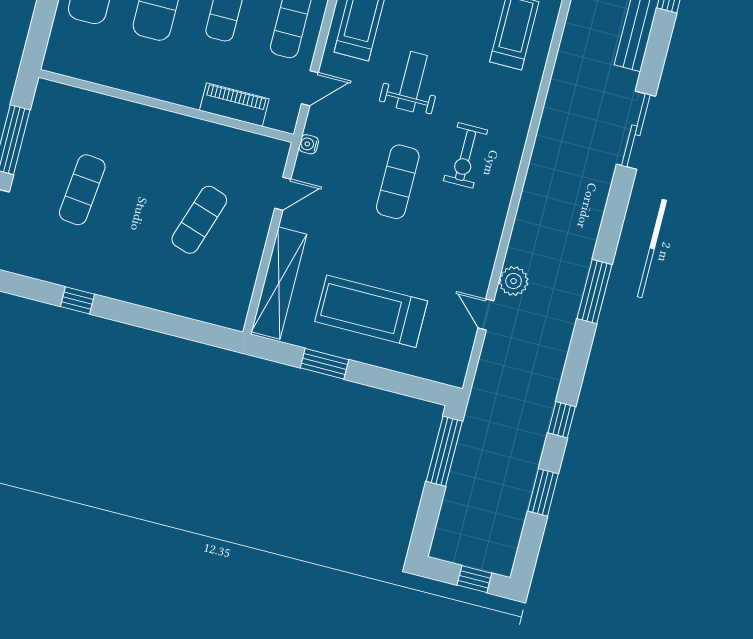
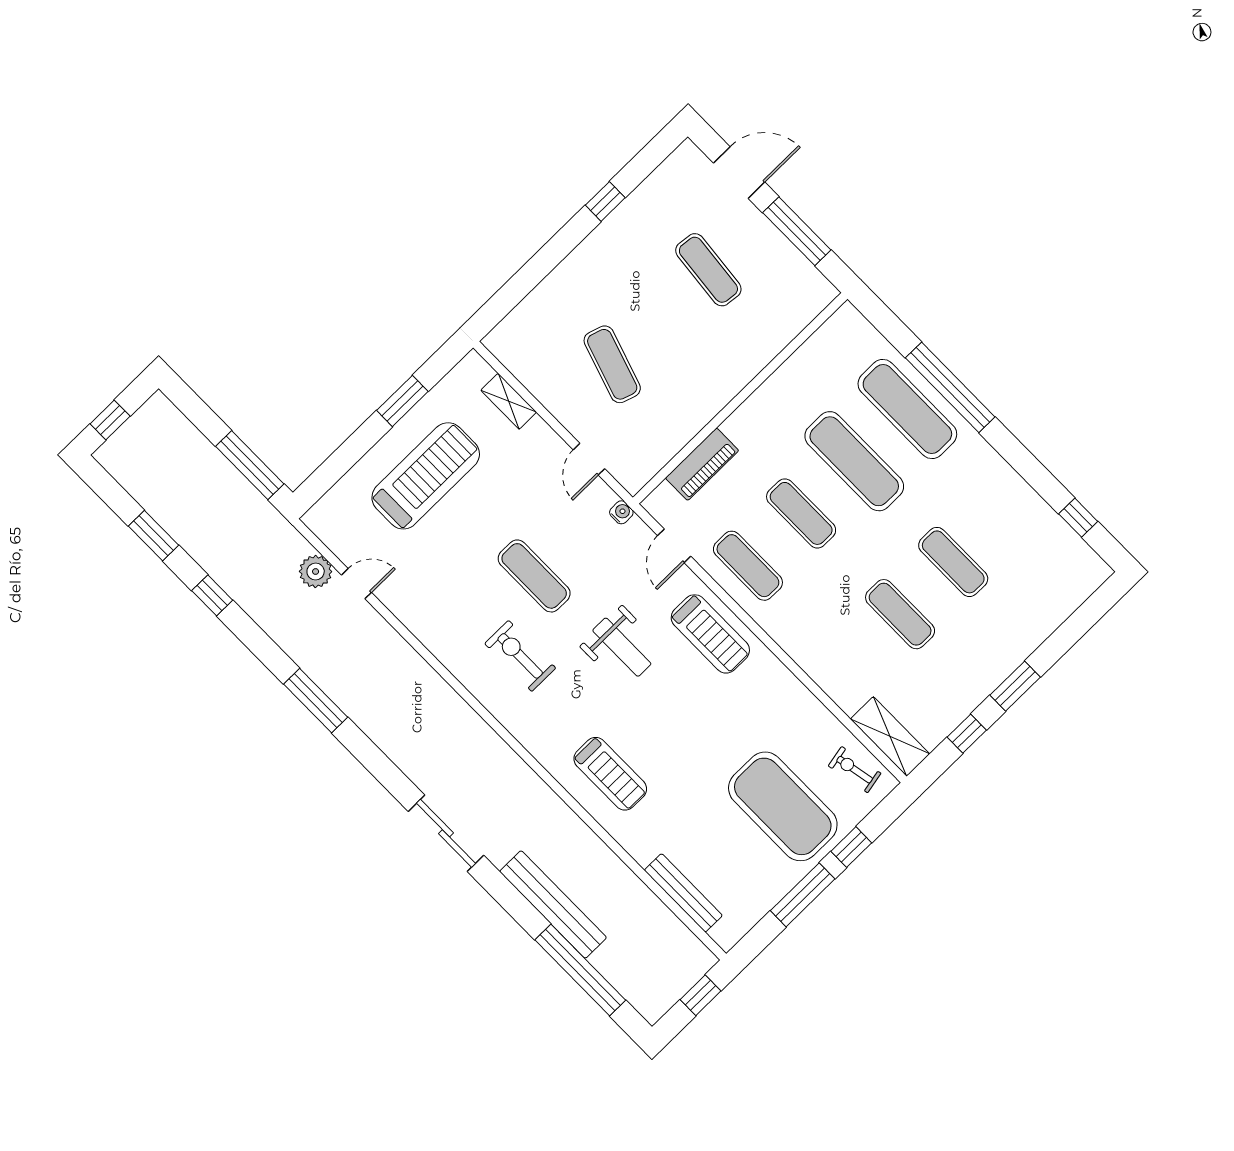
plant: (514, 281) -> (316, 572), moved
shelving: (279, 283) -> (509, 401), width x0.45, depth x0.75

